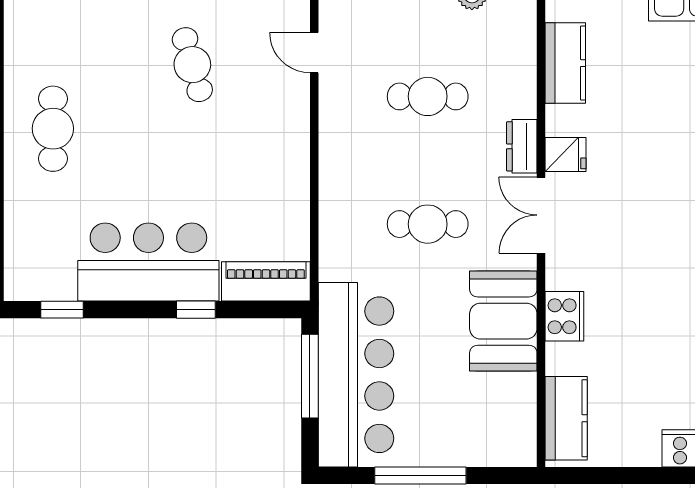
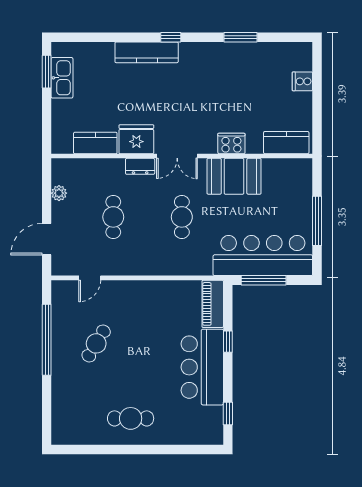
cafe table: (192, 65) -> (96, 343), turned -43
fridge: (565, 155) -> (136, 139), width x1.88, depth x1.34

